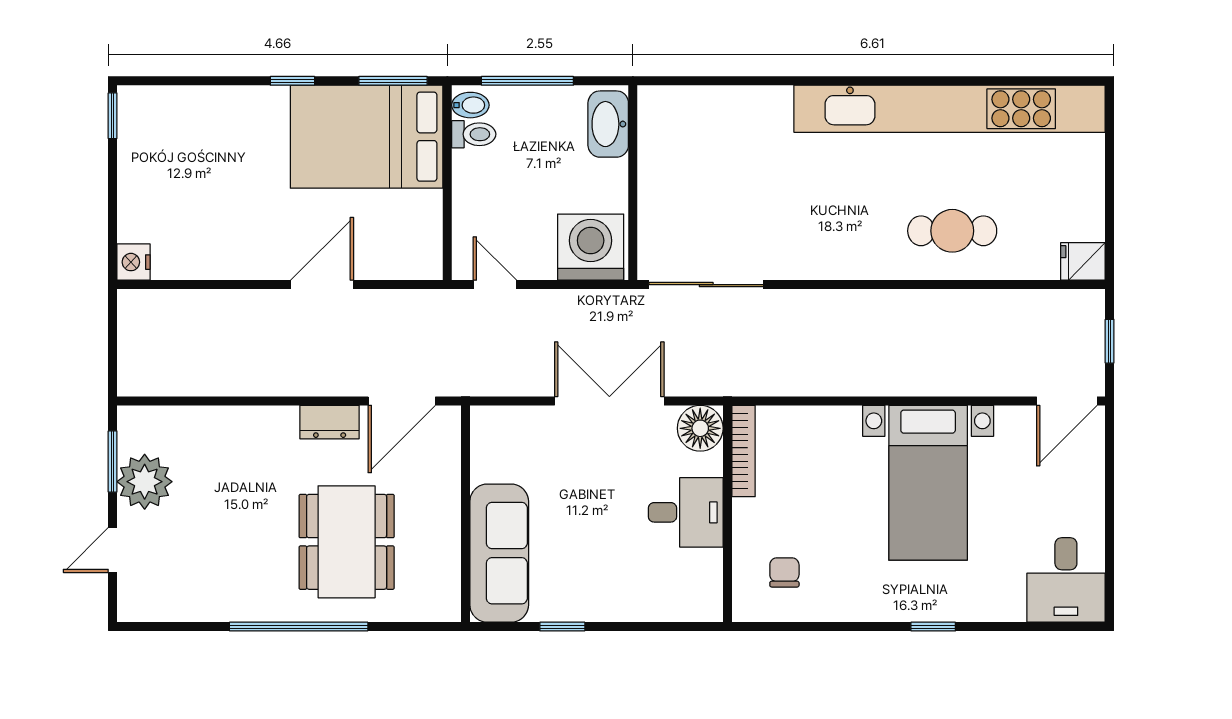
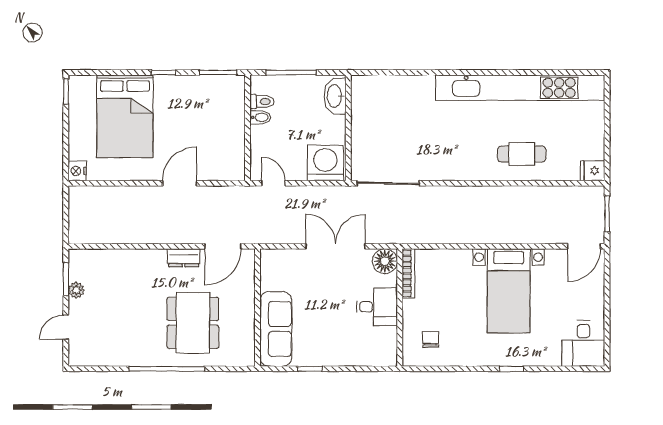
bidet: (470, 105) -> (260, 117), moved
bed: (367, 137) -> (125, 116), moved, turned -90
window: (1110, 341) -> (607, 214), width x1.50
plant: (145, 482) -> (76, 290), width x0.53, depth x0.53

